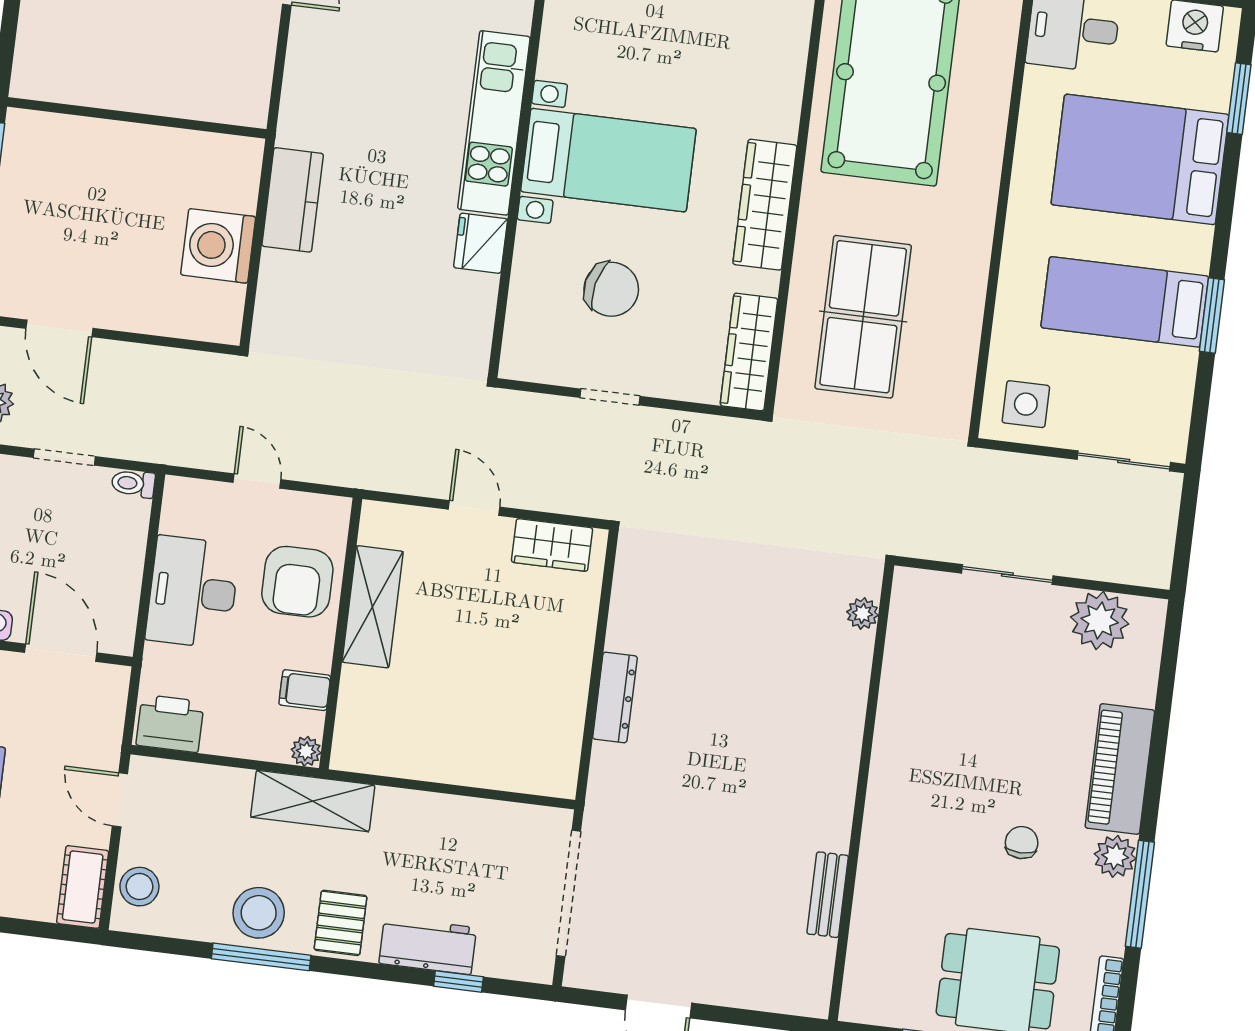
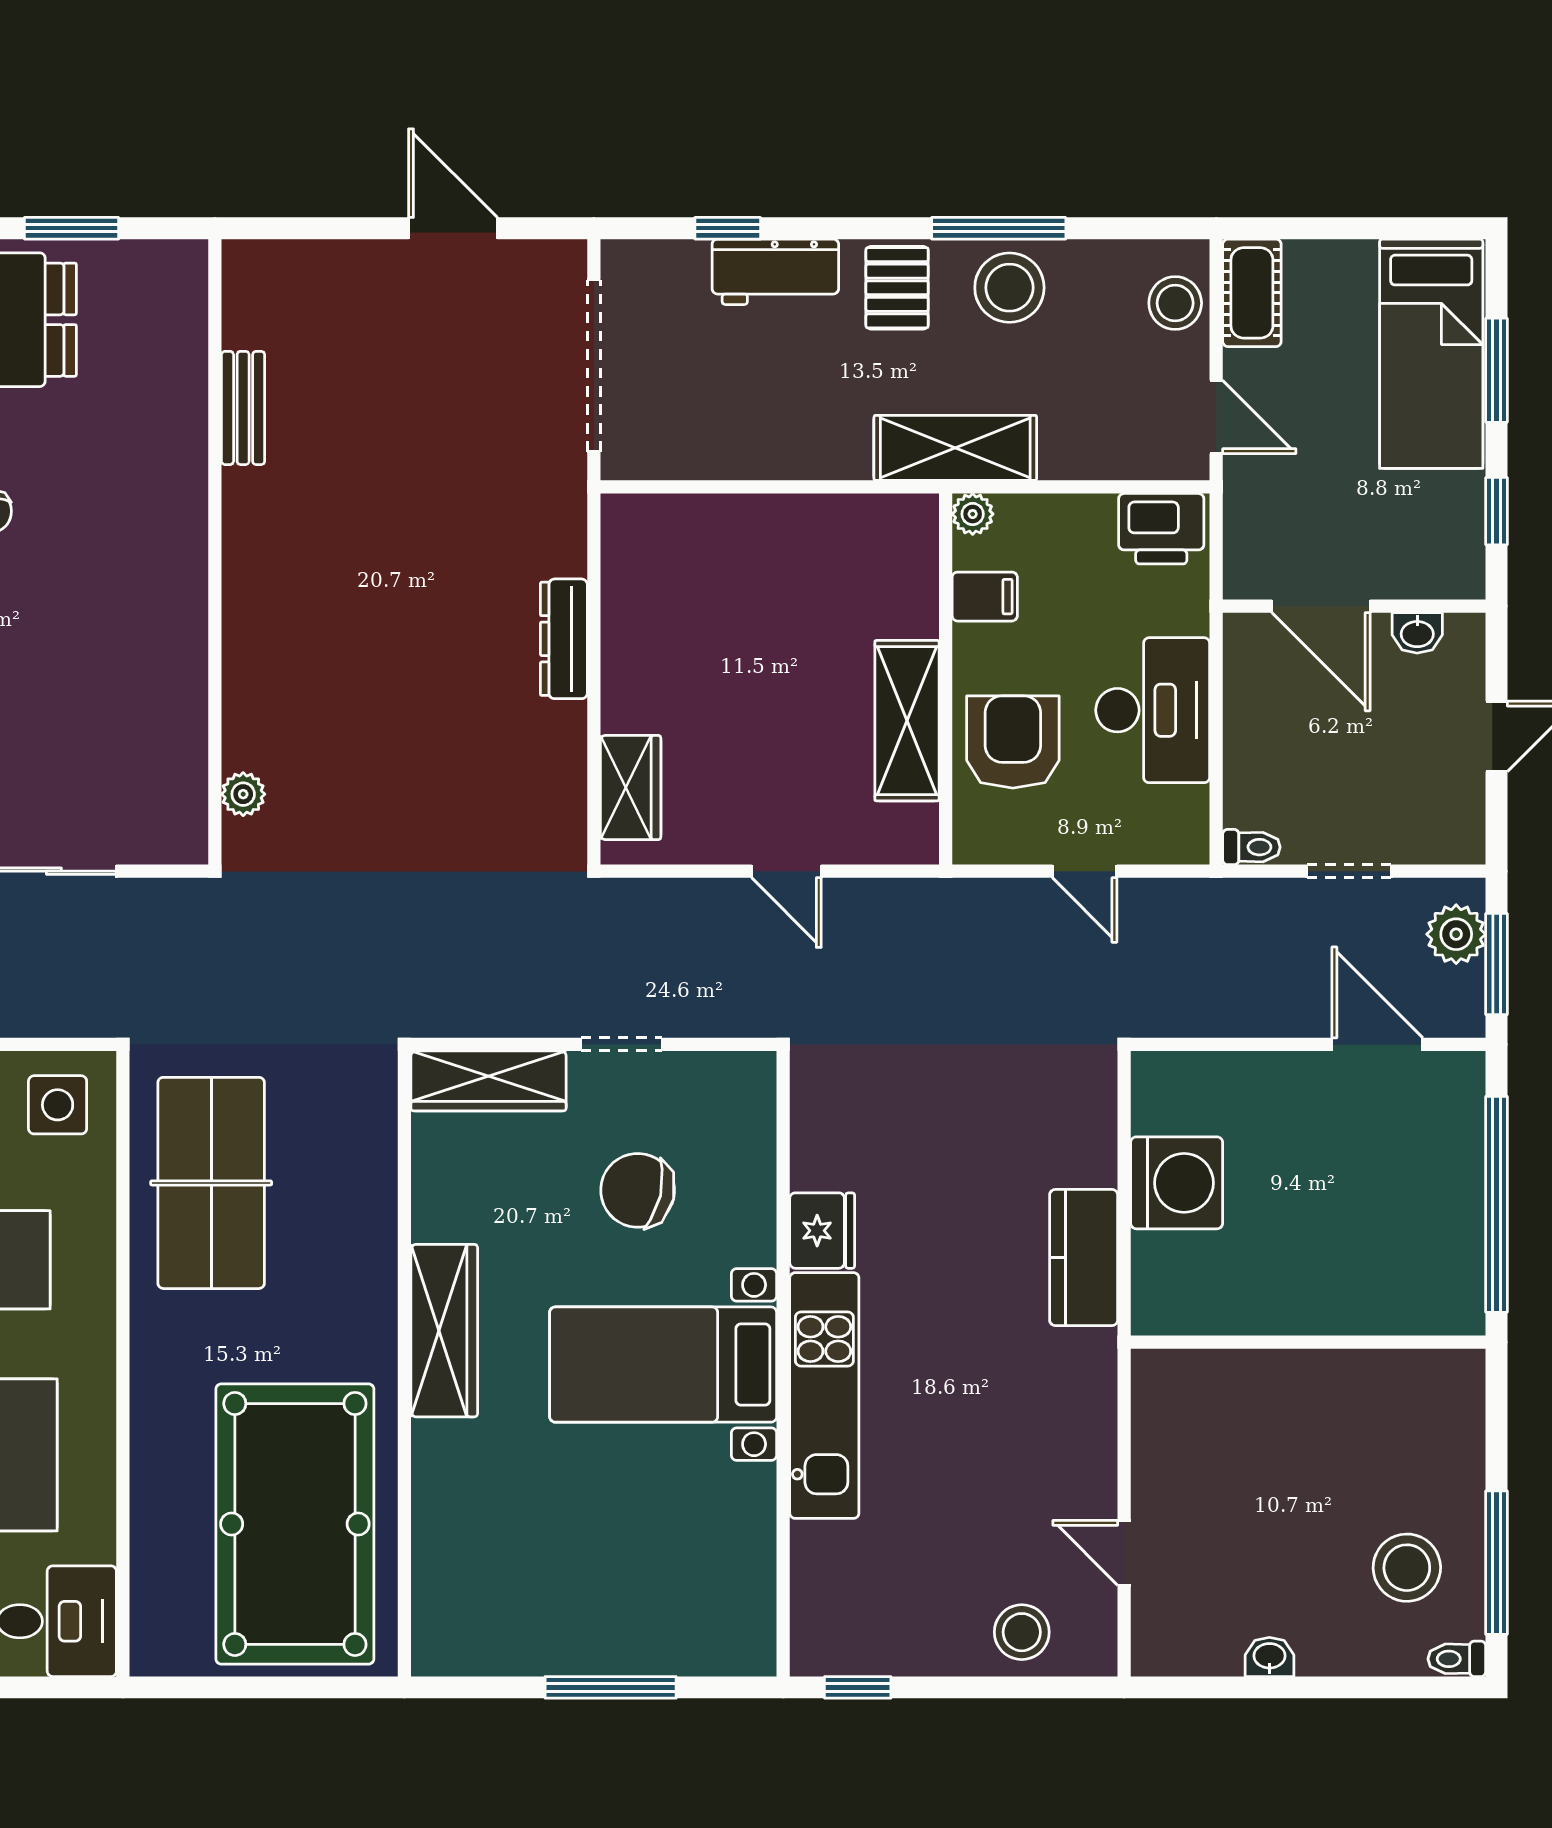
table tennis table: (863, 317) -> (211, 1183), moved
wardrobe: (749, 352) -> (488, 1081), moved, turned 90
wardrobe: (552, 545) -> (631, 788), moved, turned 90

